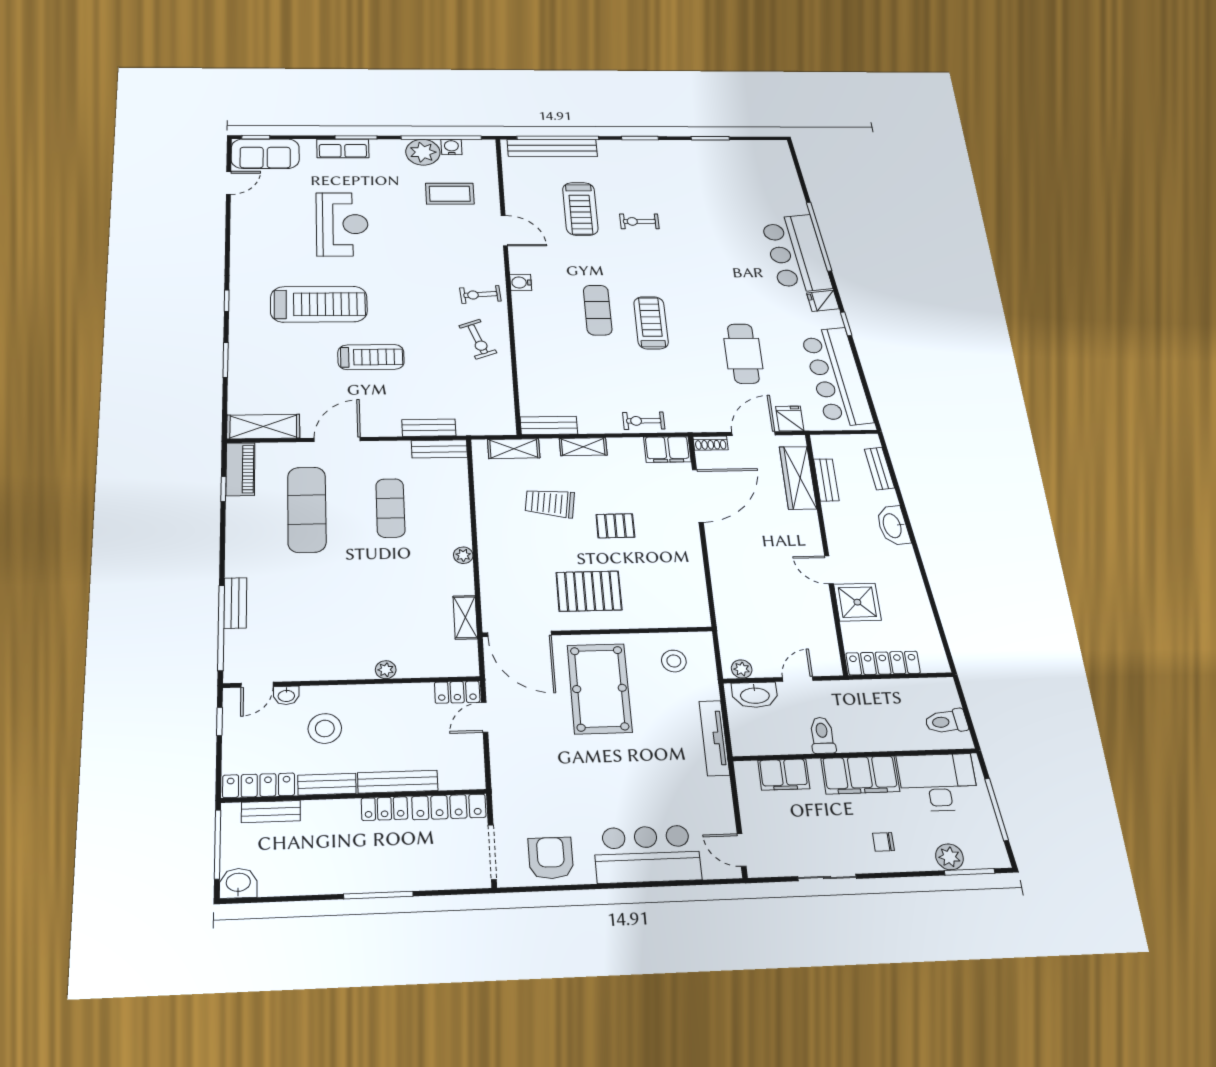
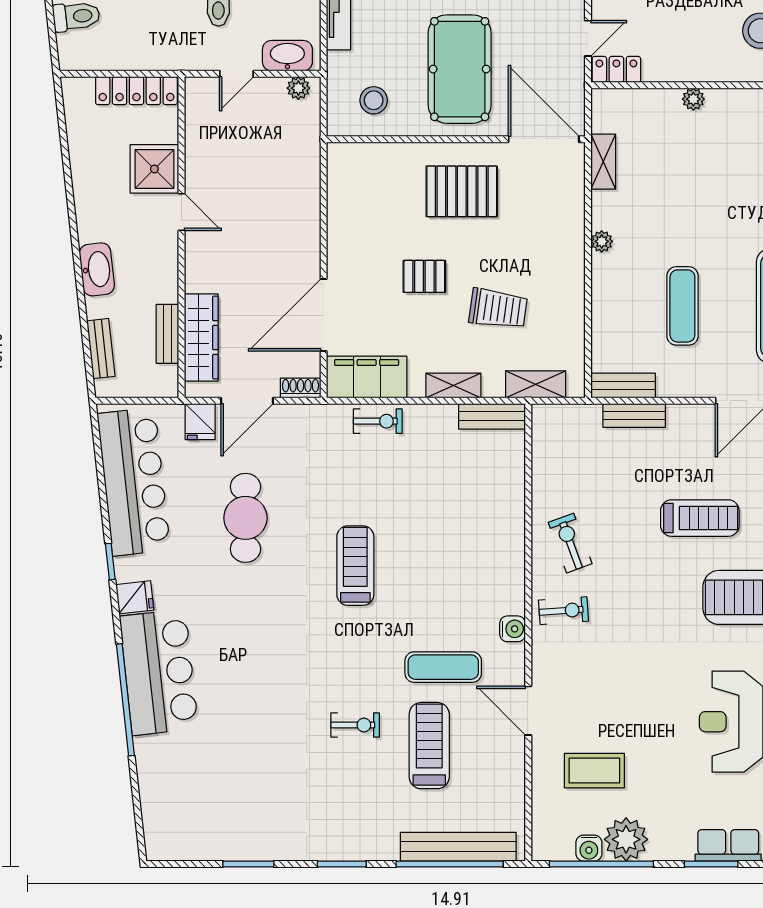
exercise mat: (598, 310) -> (443, 667), moved, turned 90
treadmill: (651, 323) -> (355, 566), turned 180
treadmill: (371, 357) -> (700, 518), turned 180
filing cabinet: (667, 449) -> (367, 377), width x1.50, depth x1.17

